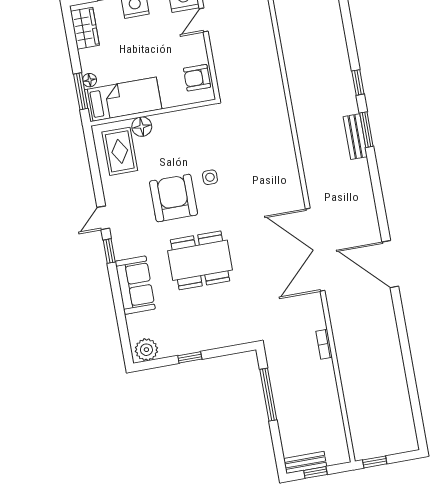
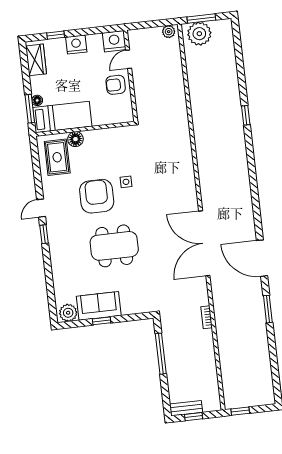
armchair: (197, 78) -> (116, 85), moved
window: (366, 130) -> (268, 309), moved
bench: (355, 137) -> (241, 157), removed
sofa: (135, 285) -> (99, 306), moved, turned -90

